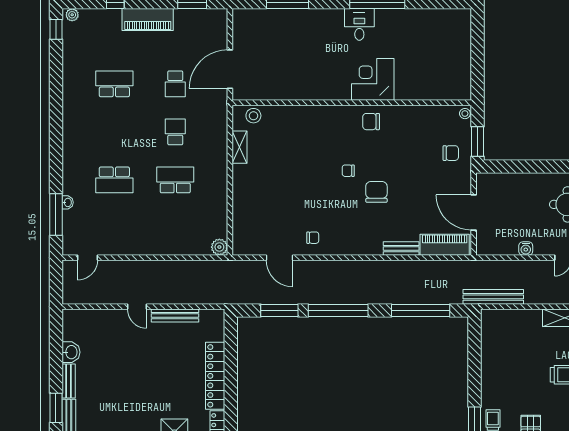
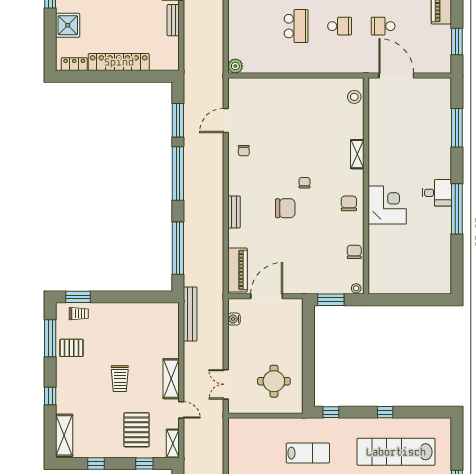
shelving: (239, 147) -> (357, 154), moved, turned 90
chair: (451, 153) -> (354, 252), moved, turned 180
bench: (401, 249) -> (234, 212), moved
water cooler: (526, 249) -> (234, 319), moved
bench: (175, 316) -> (173, 20), width x0.73

